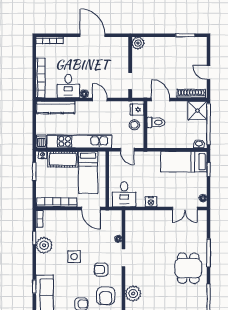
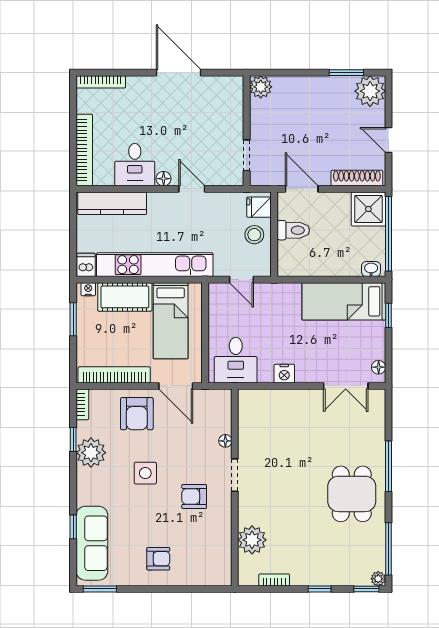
plant: (198, 45) -> (370, 91), added
armchair: (106, 296) -> (137, 414), moved

